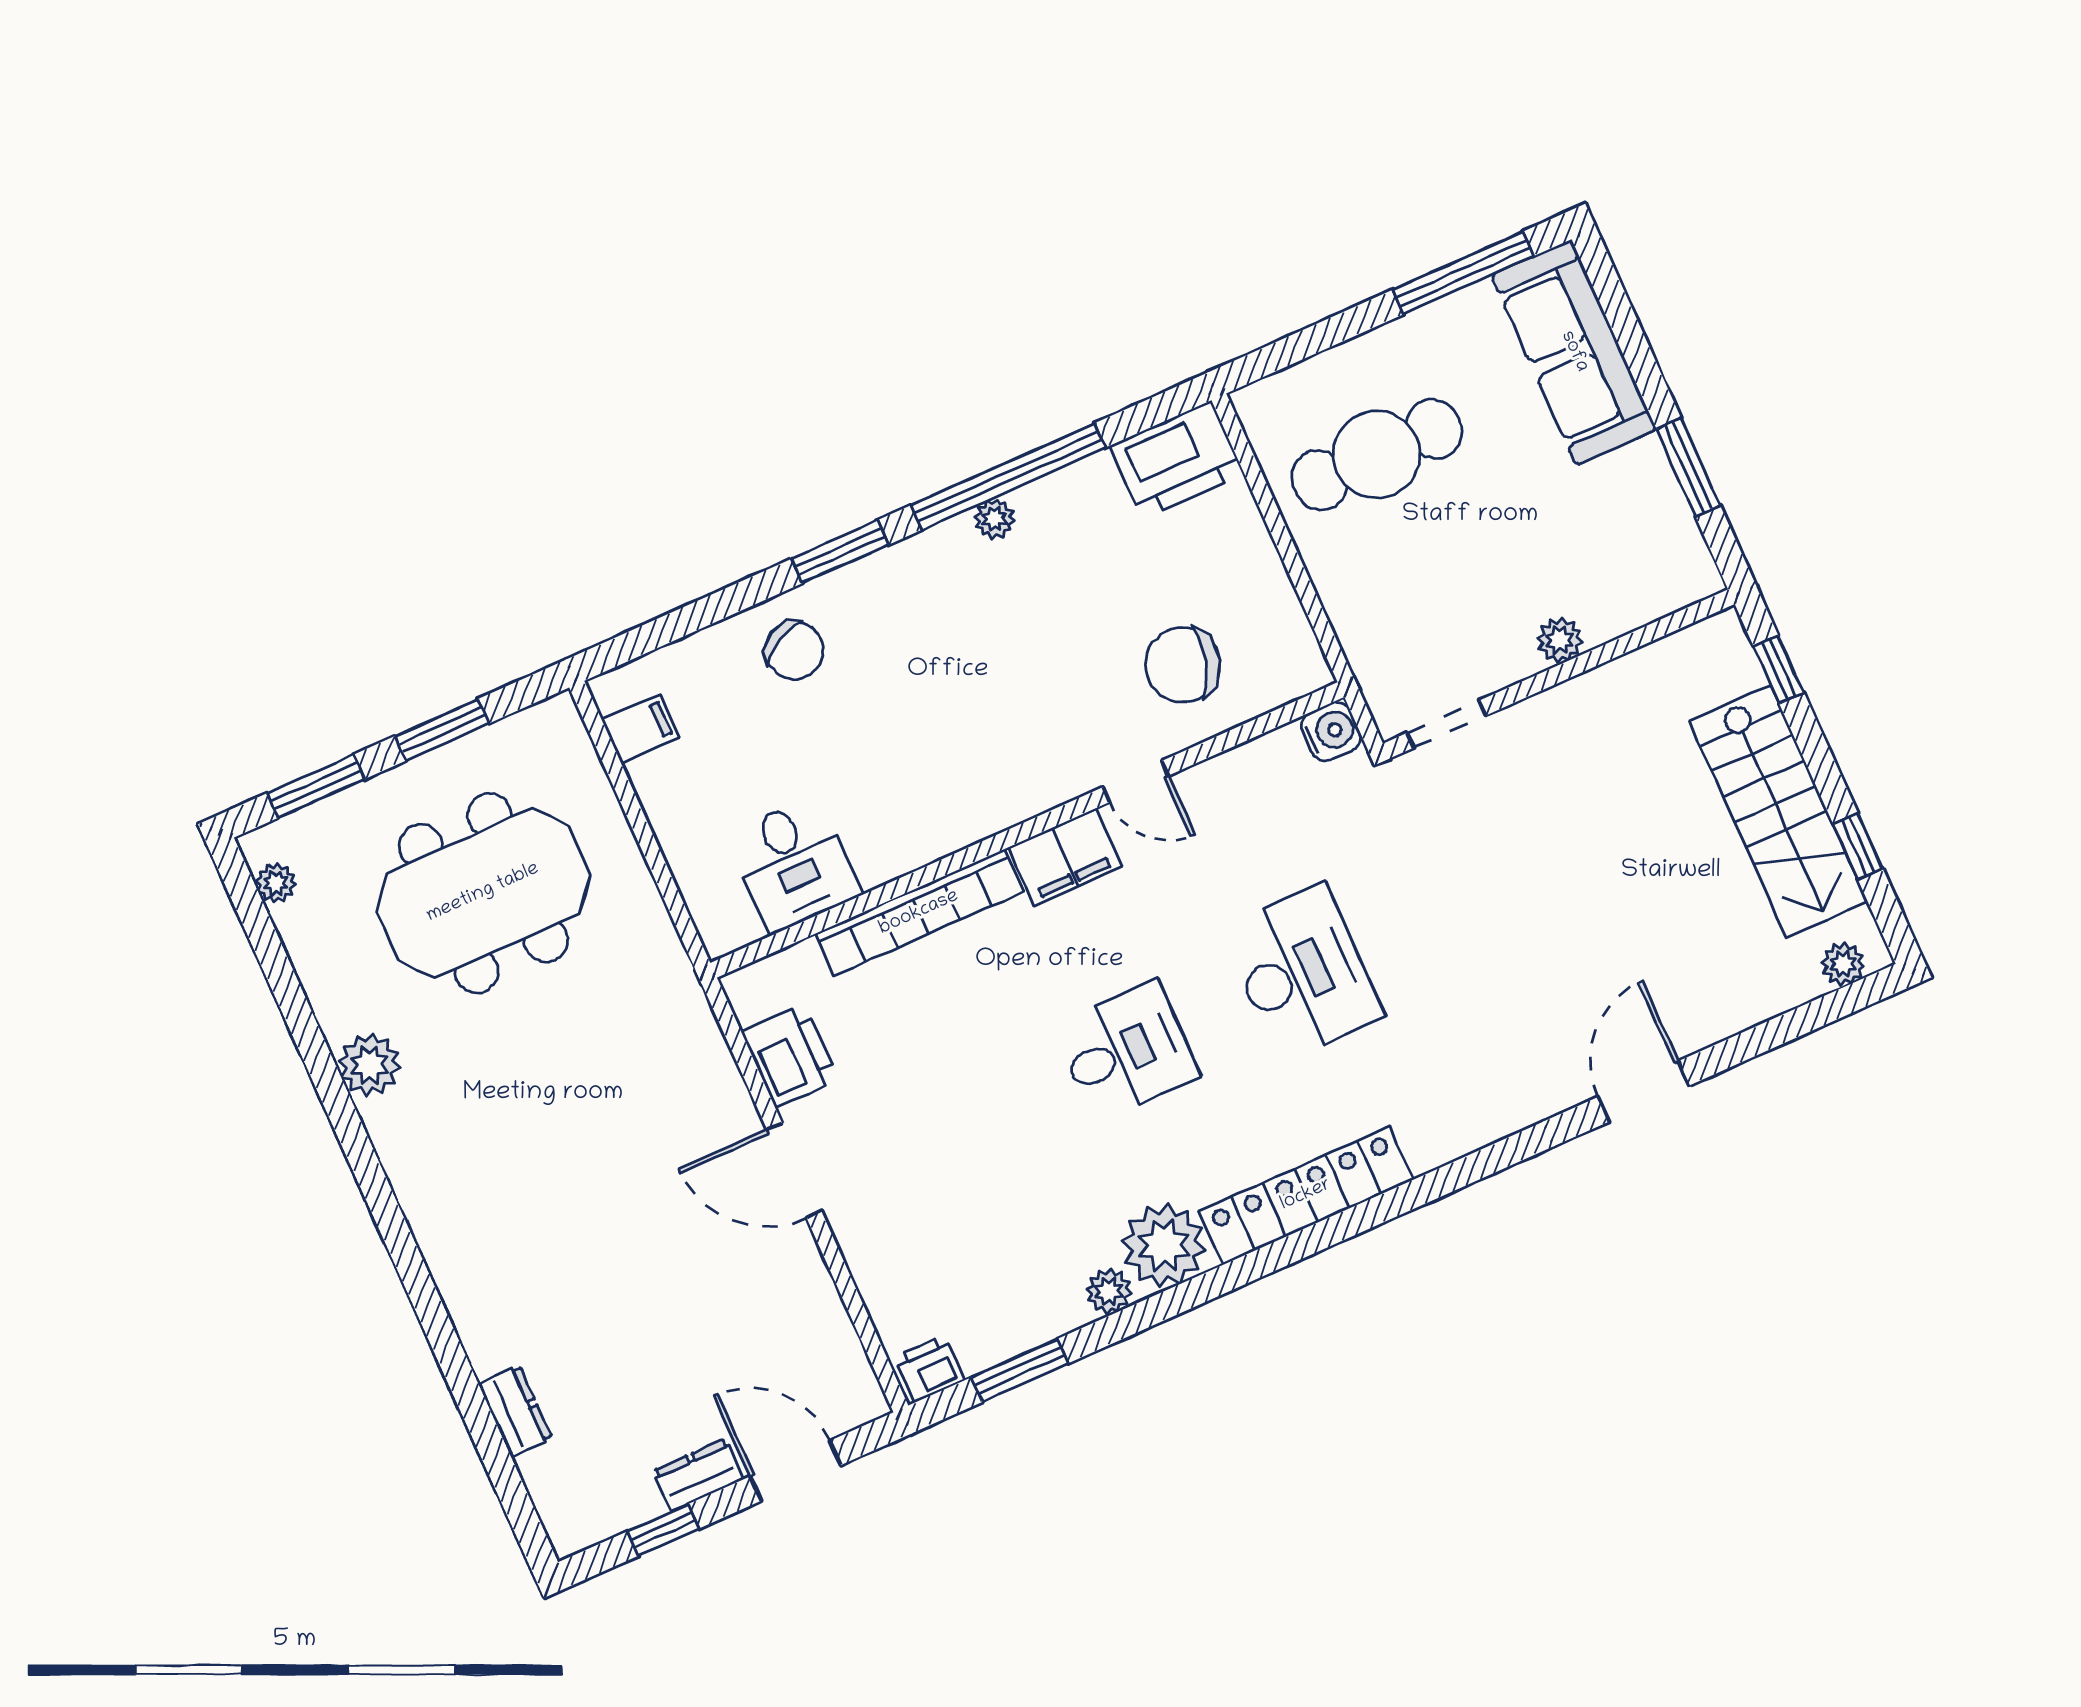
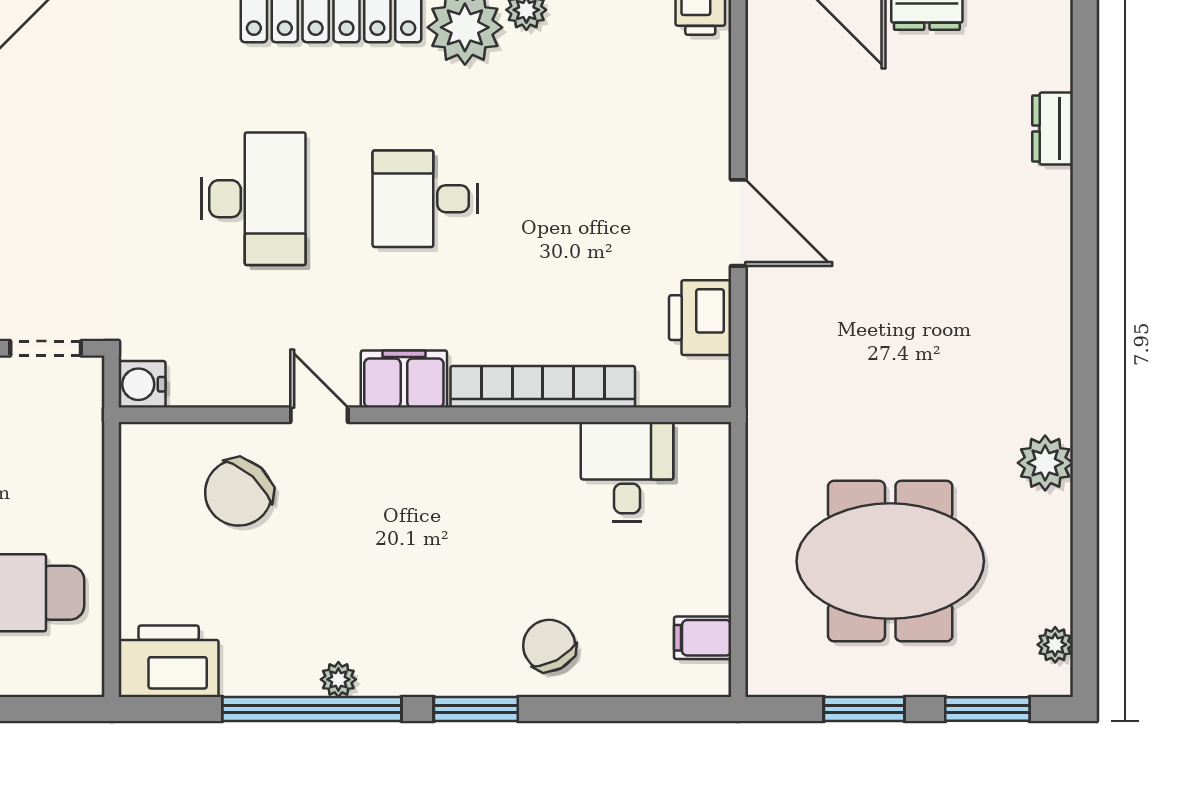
chair: (1183, 665) -> (239, 492), turned 116
desk: (1302, 973) -> (253, 199), turned 180

